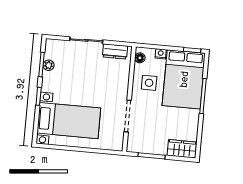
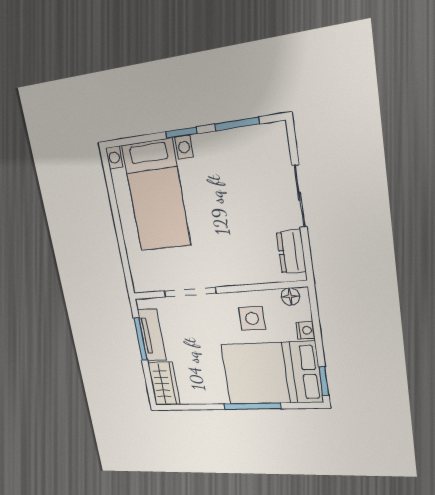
plant: (49, 65) -> (239, 137), removed
tv unit: (150, 148) -> (152, 335), added

